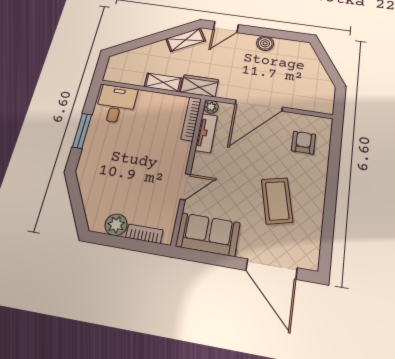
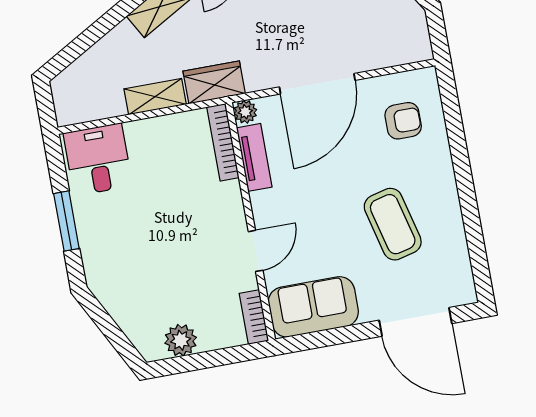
armchair: (303, 142) -> (403, 121), turned 90
bookcase: (144, 234) -> (254, 317), moved, turned -90

